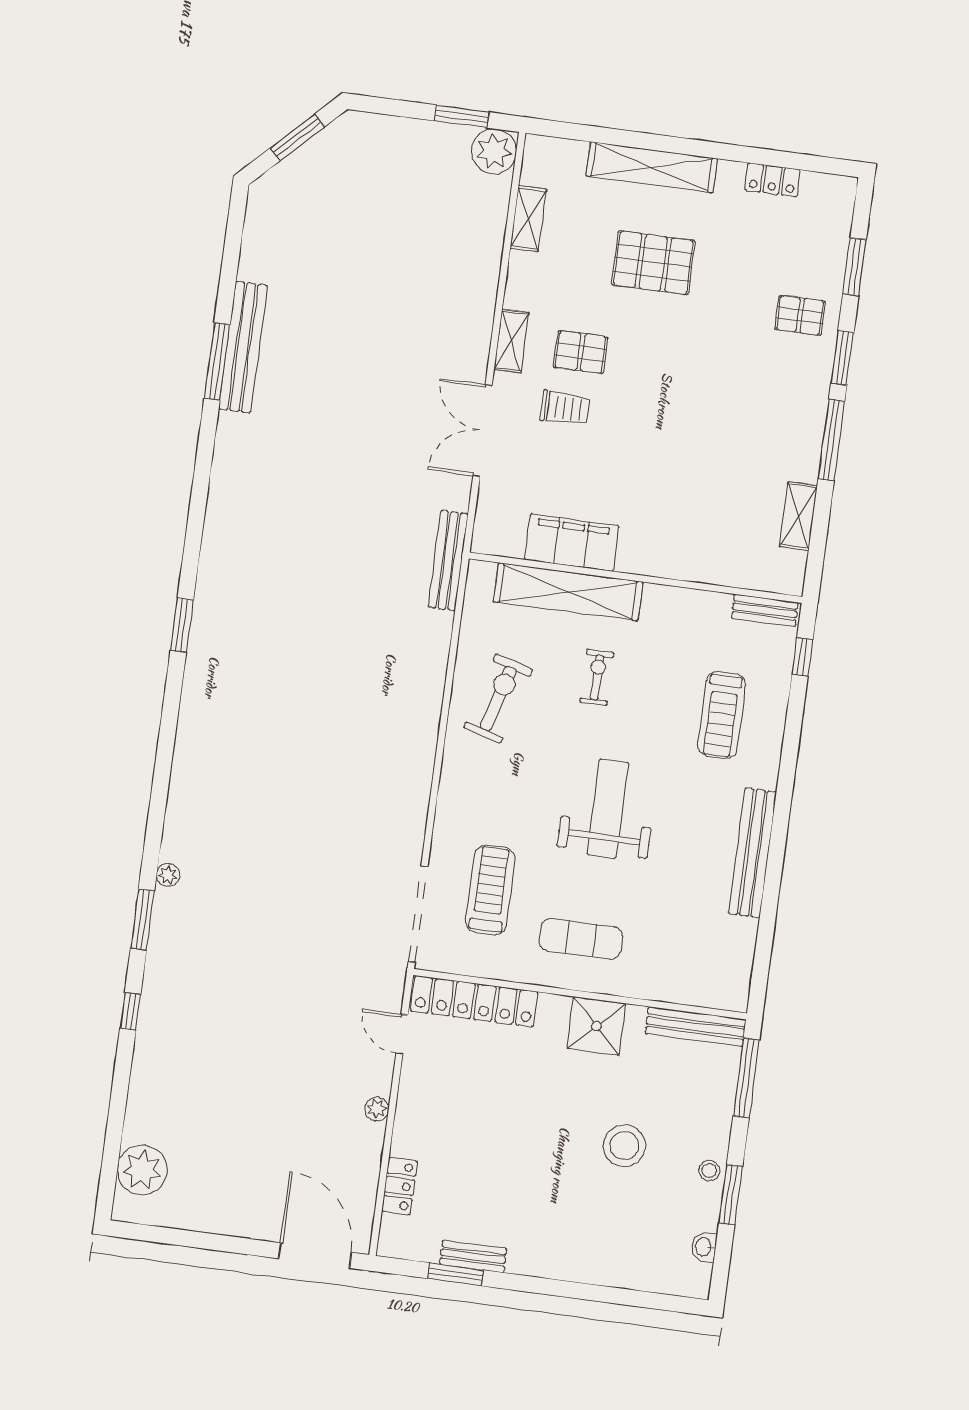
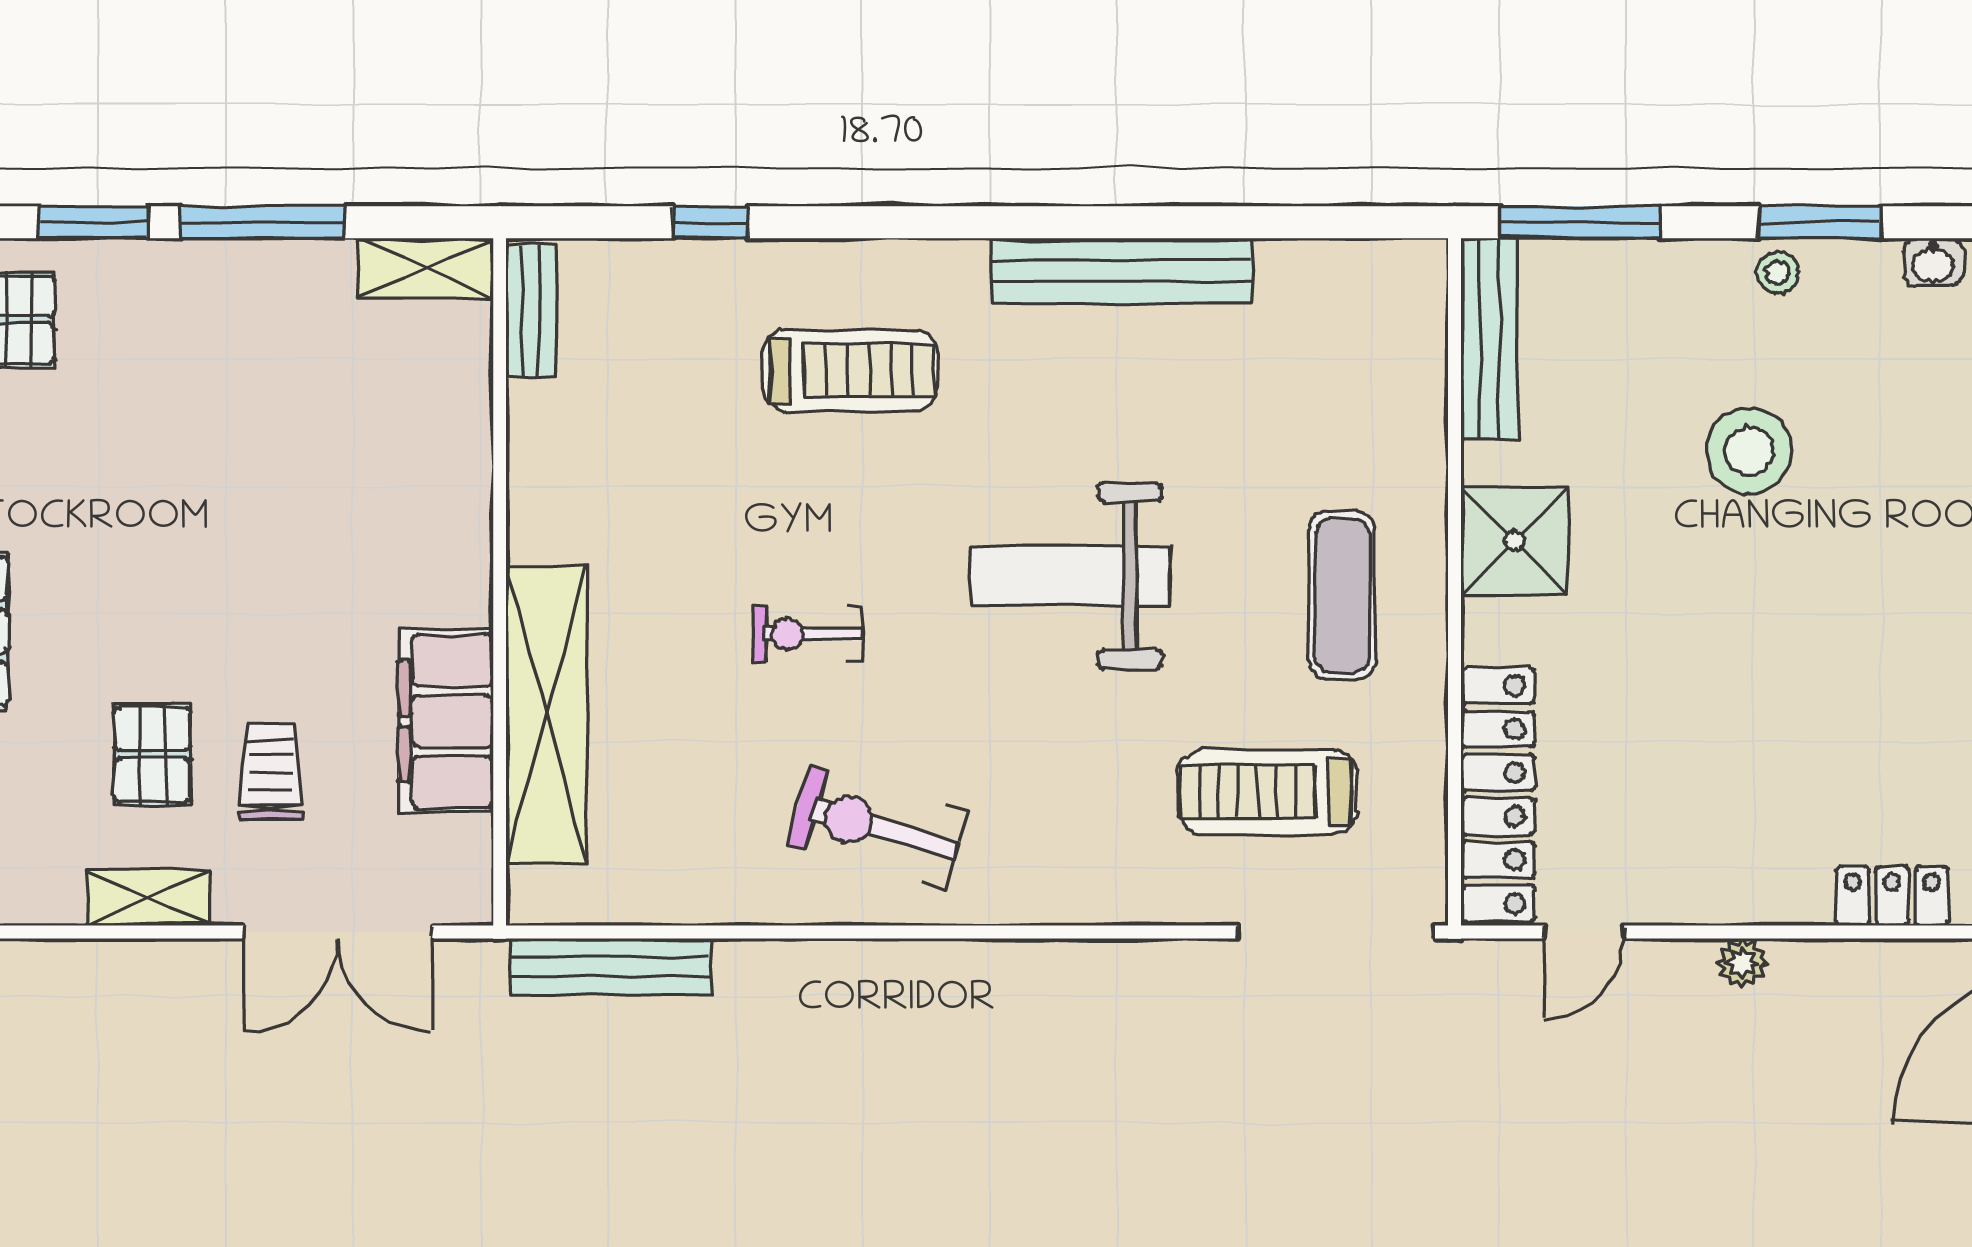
filing cabinet: (572, 543) -> (446, 721), moved
wall: (636, 578) -> (500, 582), moved
shelving: (568, 592) -> (547, 715), moved
bench: (765, 610) -> (531, 311), moved

